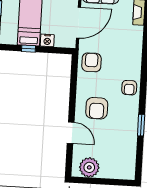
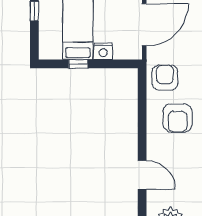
armchair: (97, 108) -> (178, 118), moved

